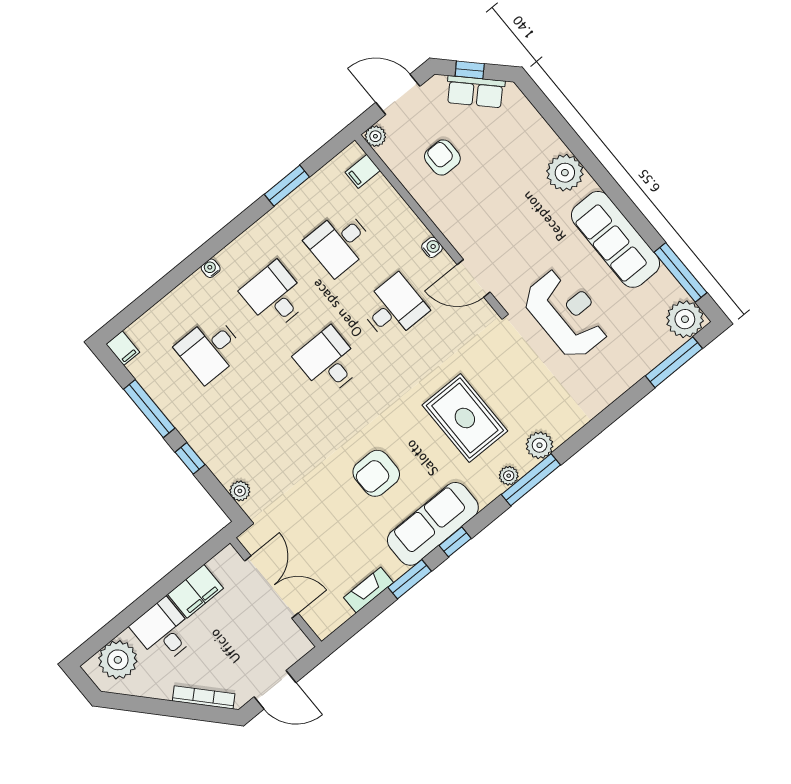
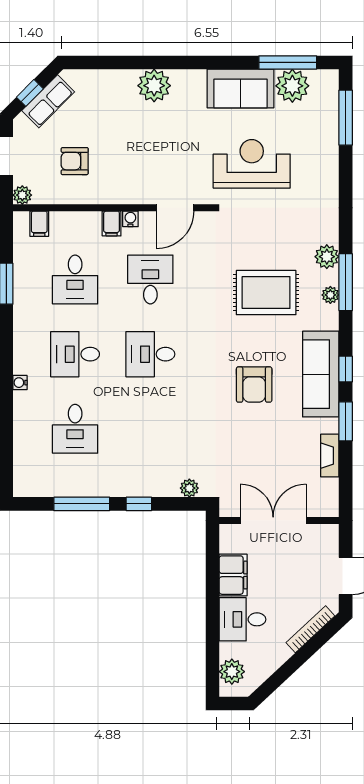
sofa: (615, 239) -> (240, 88), width x0.73
plant: (685, 319) -> (292, 86), moved
filing cabinet: (123, 348) -> (112, 224), moved, turned 90
plant: (118, 660) -> (232, 672), width x0.73, depth x0.73

